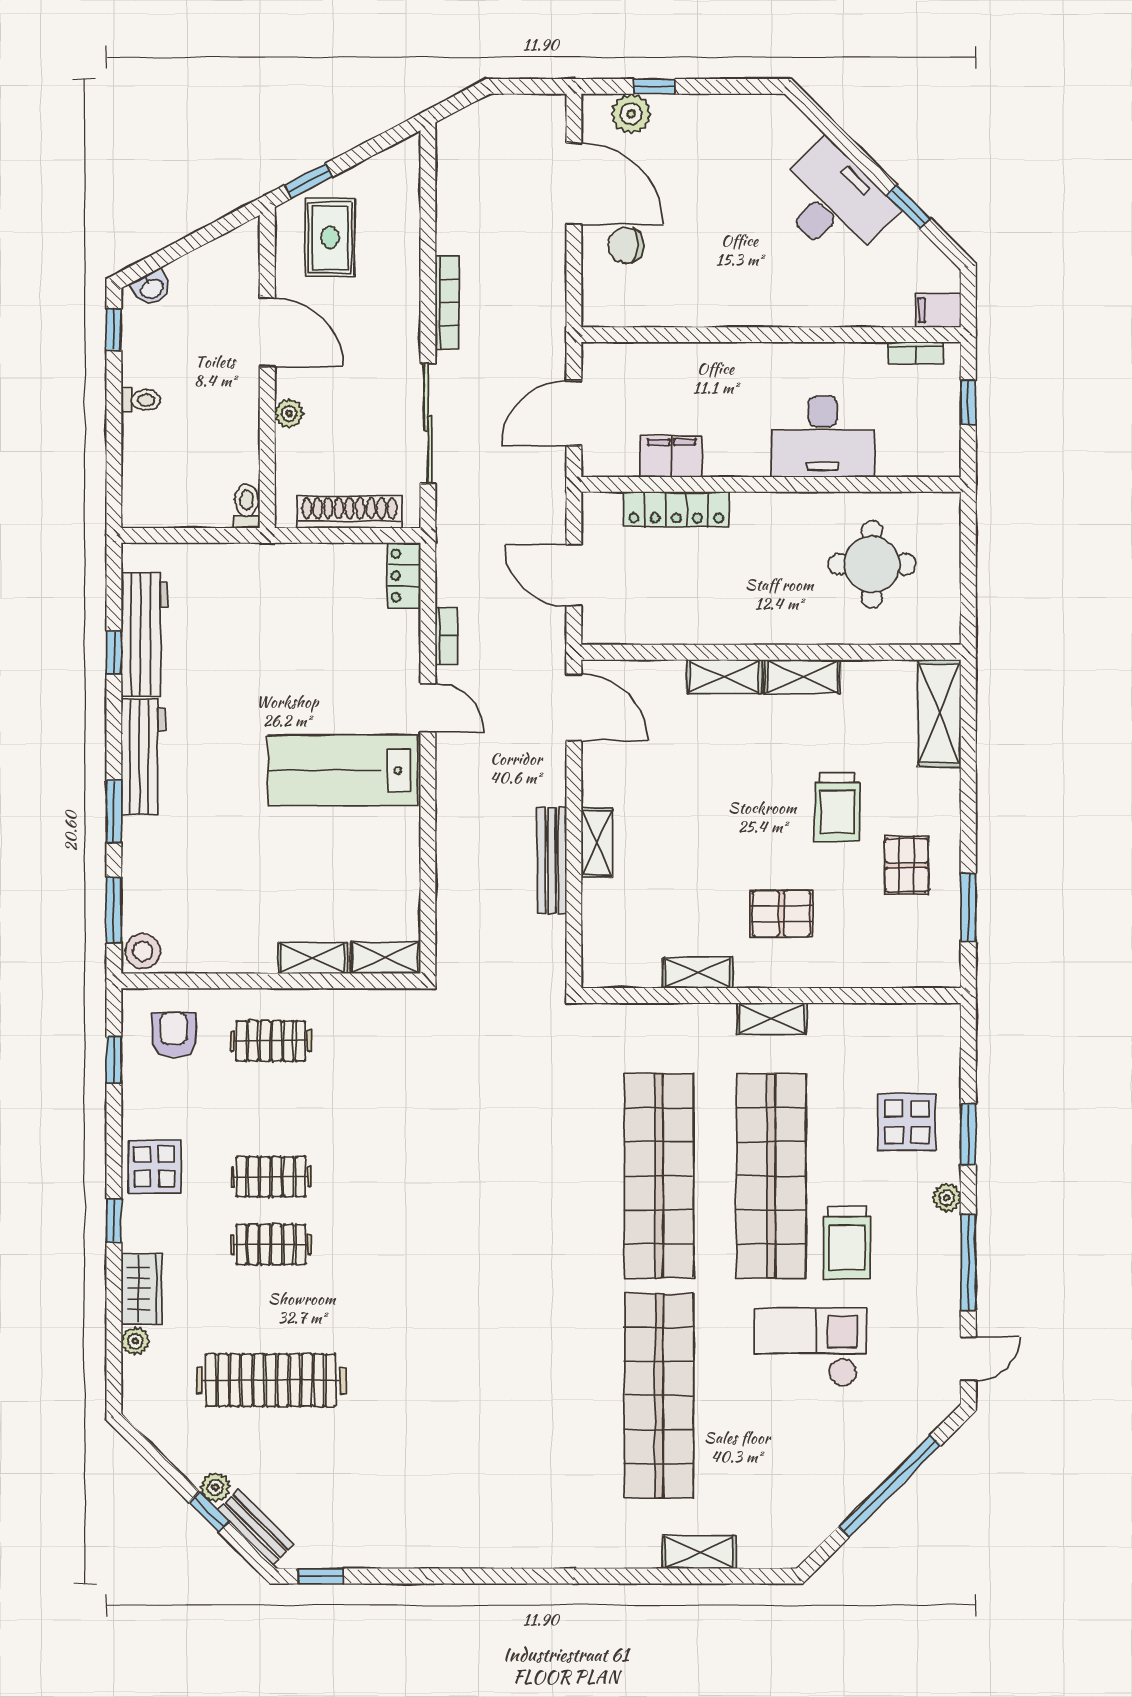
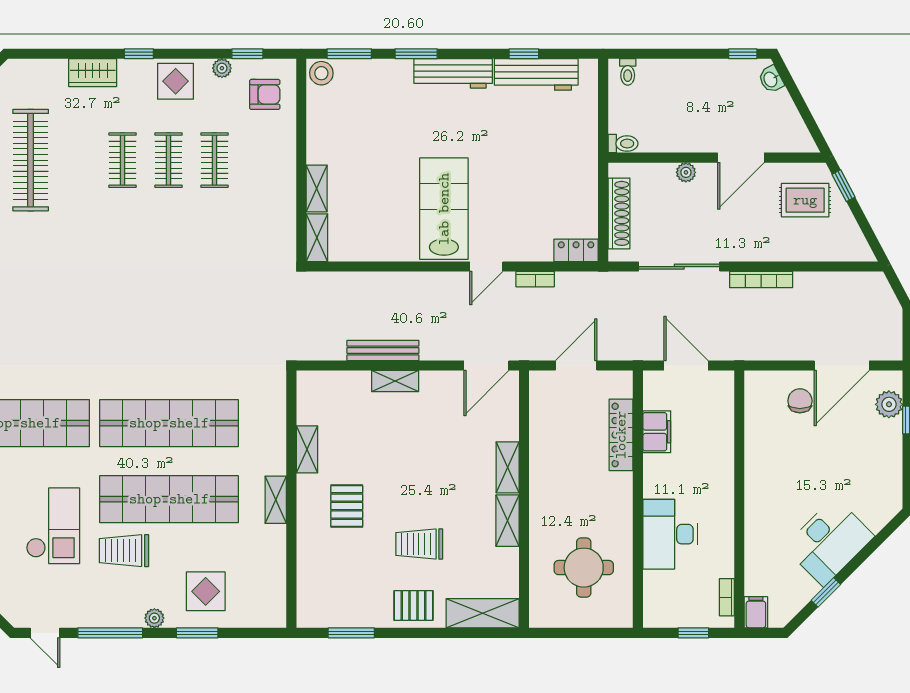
toilet: (141, 400) -> (628, 72), moved
pallet: (907, 865) -> (413, 605), moved
clothes rail: (271, 1041) -> (215, 160), moved
plant: (135, 1341) -> (222, 68), moved

